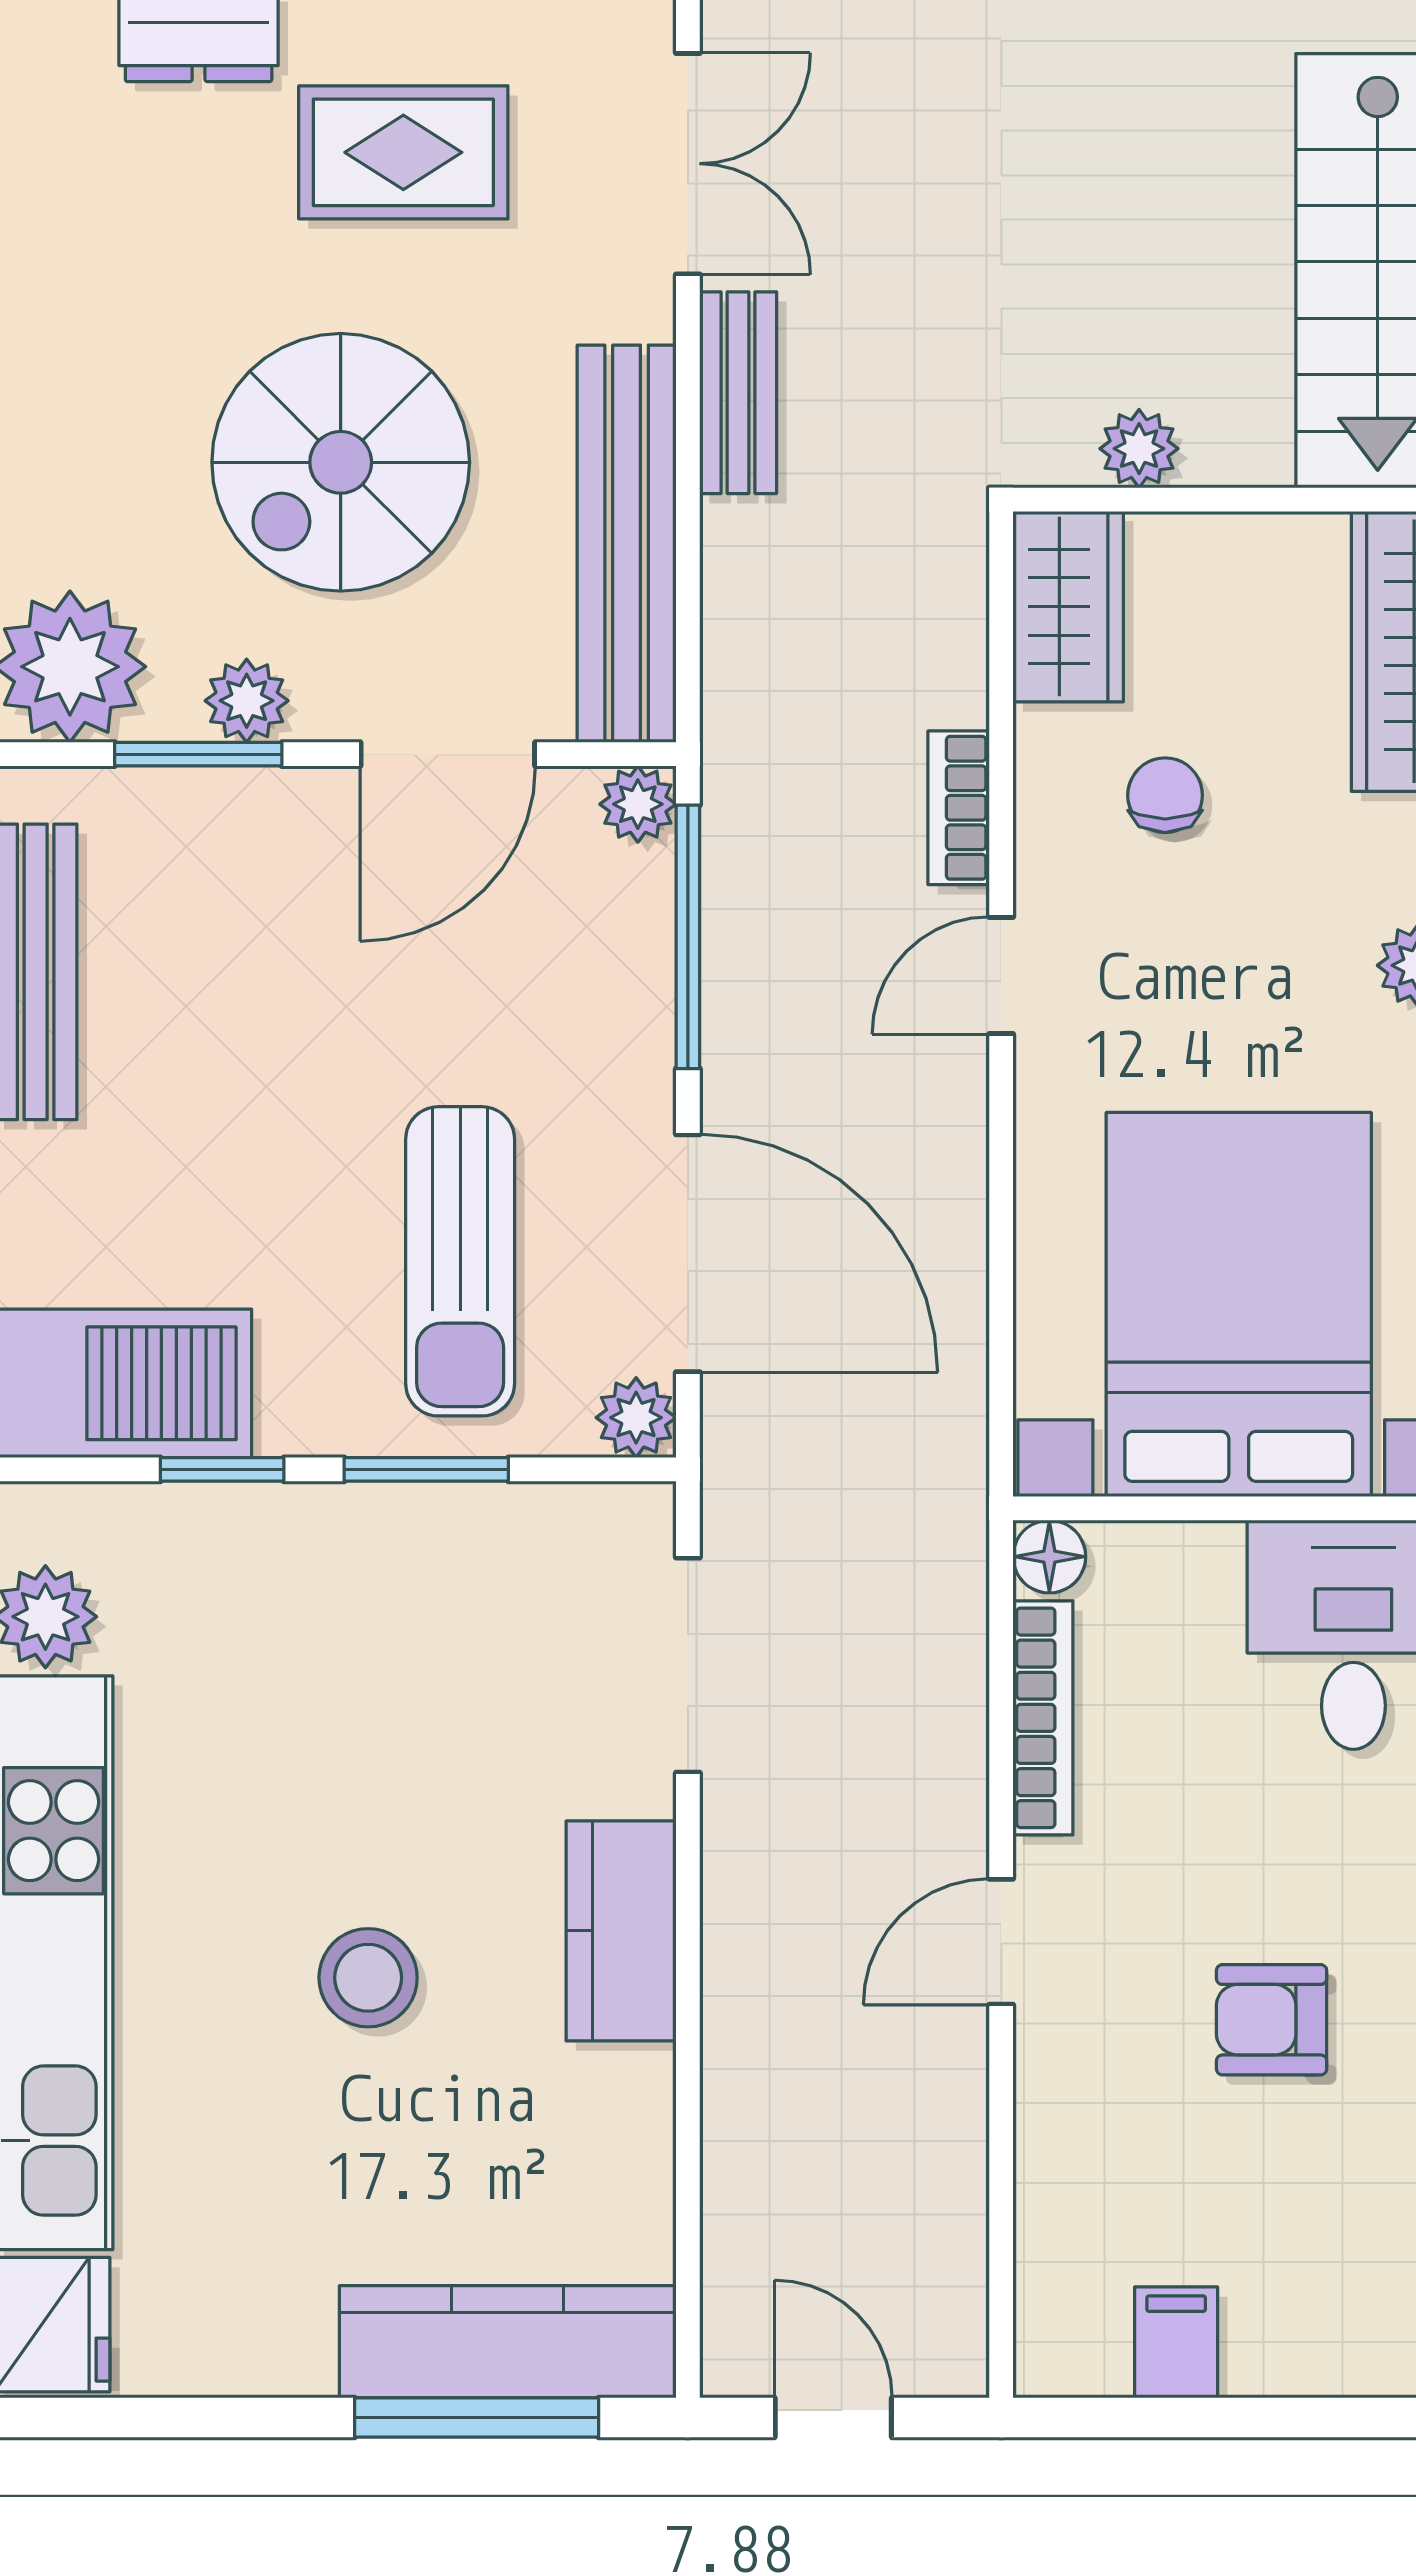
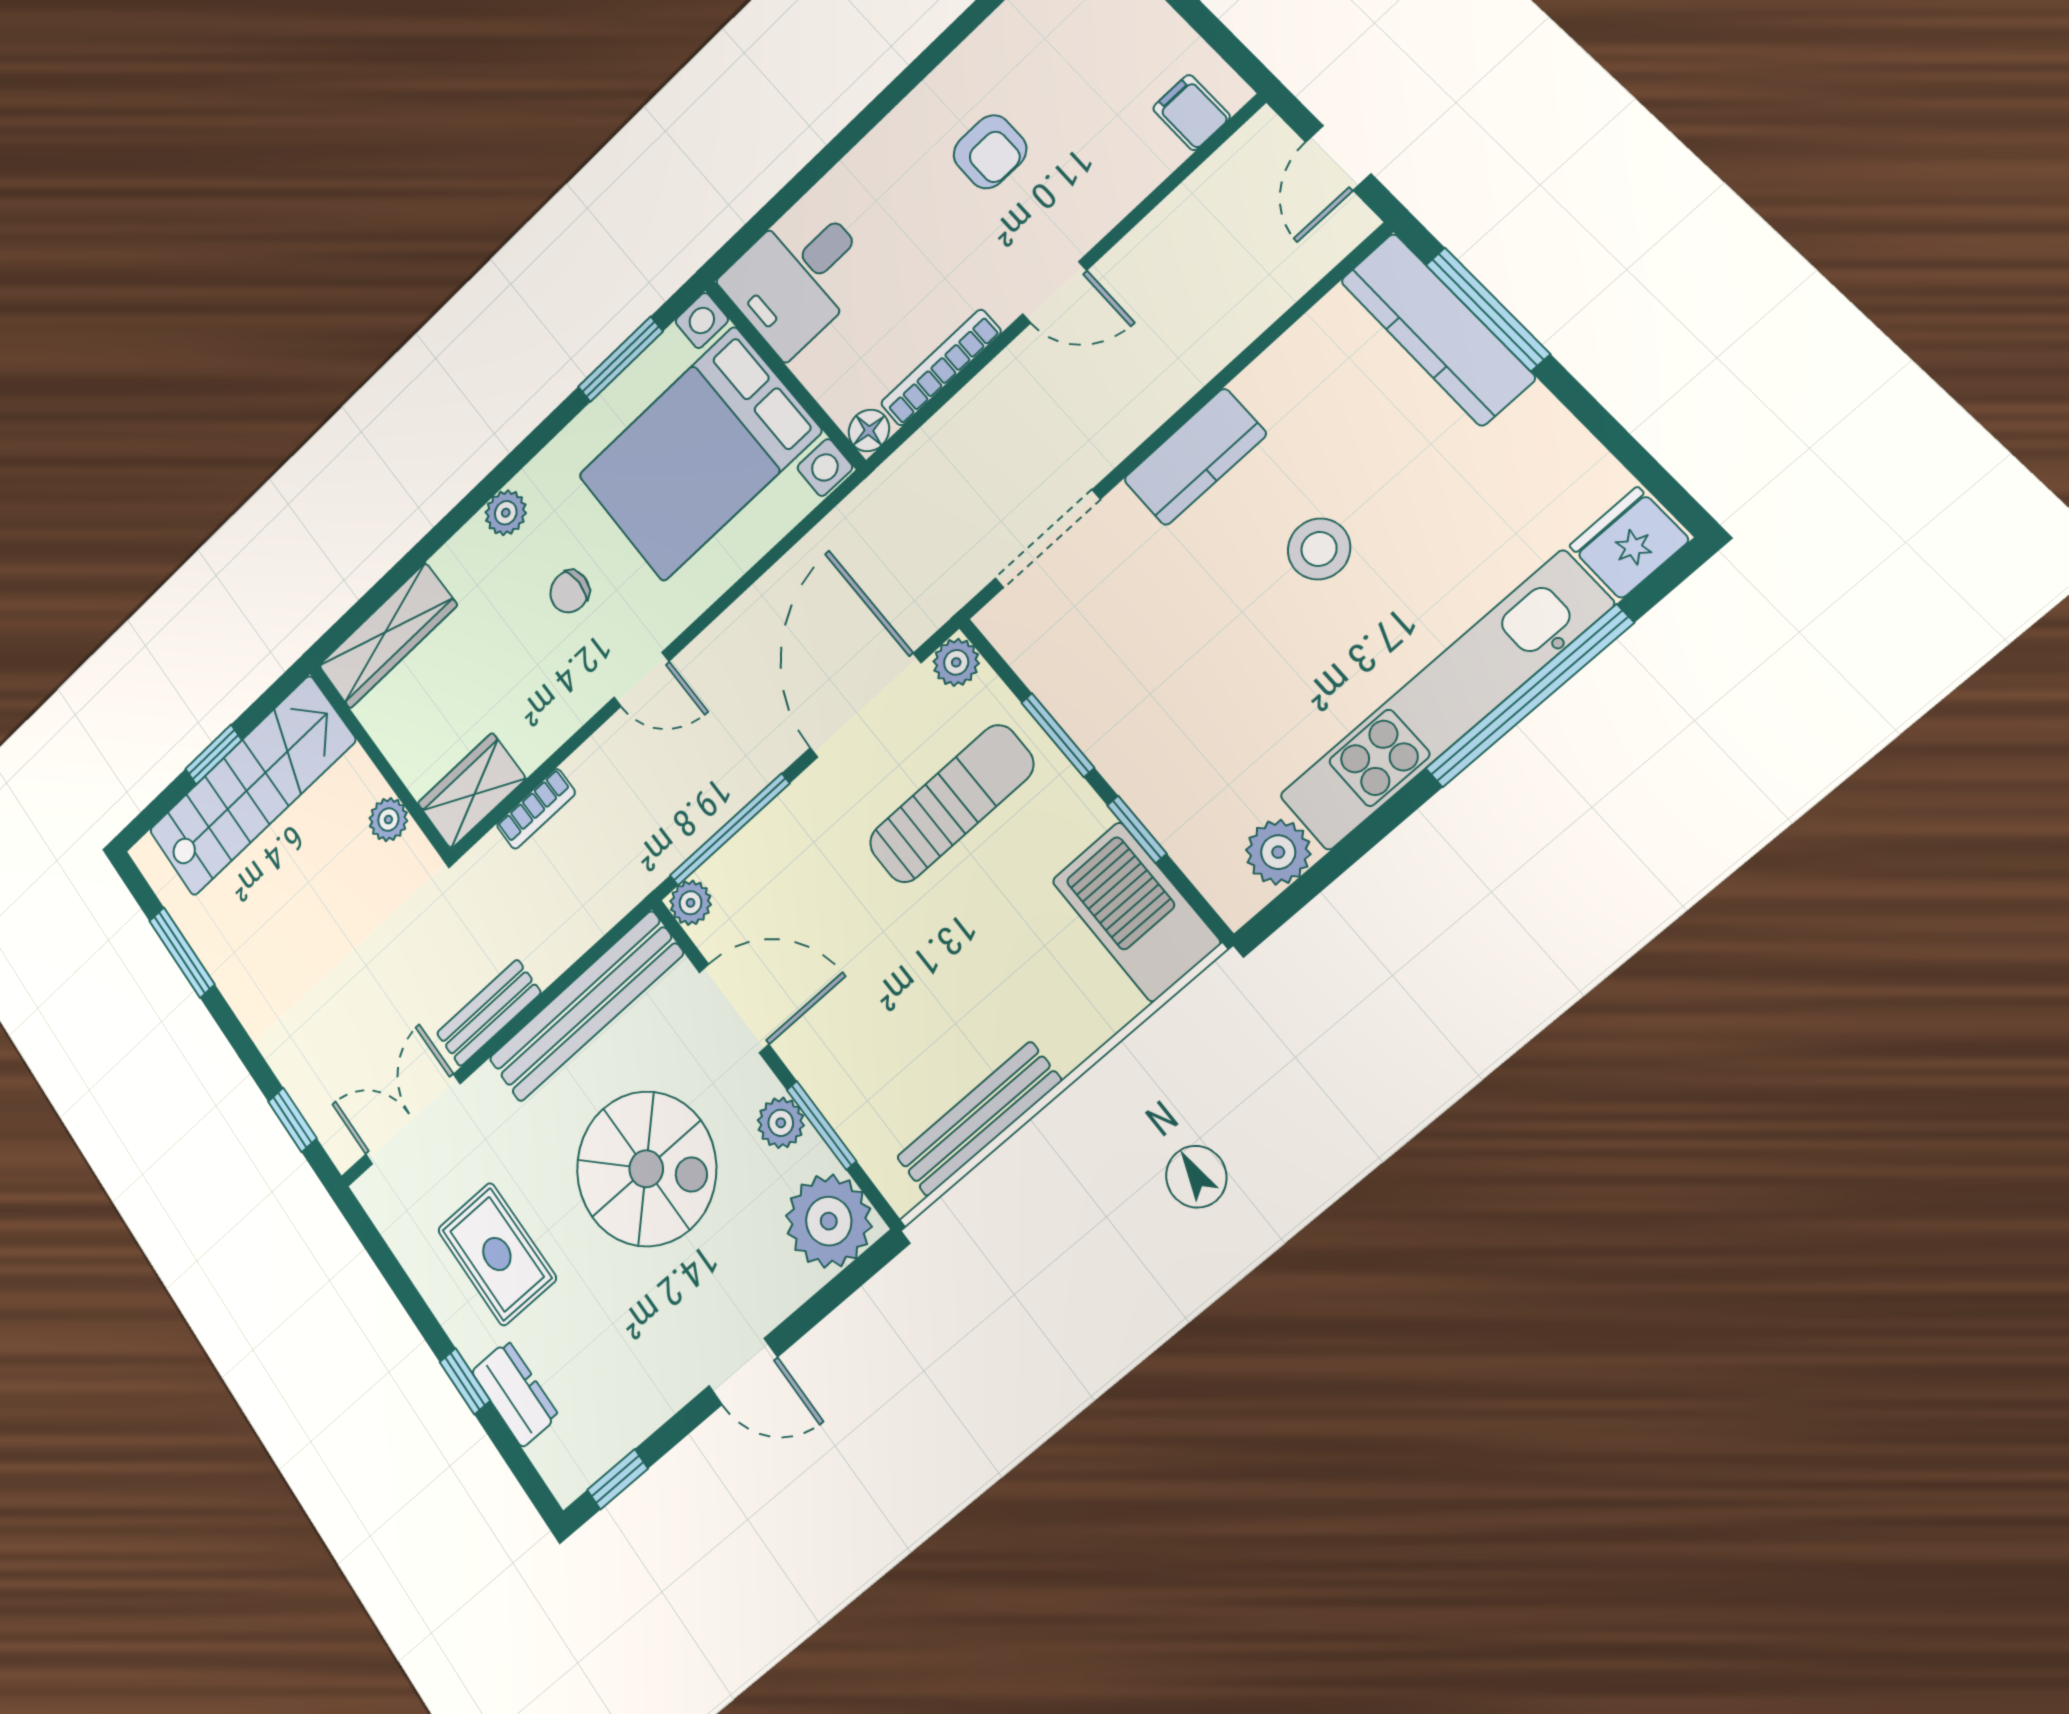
chair: (1165, 795) -> (570, 592), moved
bookcase: (959, 808) -> (536, 809), moved
filing cabinet: (1176, 2342) -> (1191, 113), moved, turned 90

